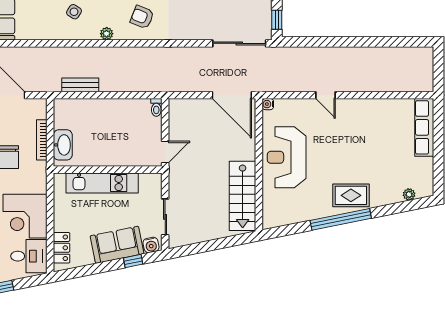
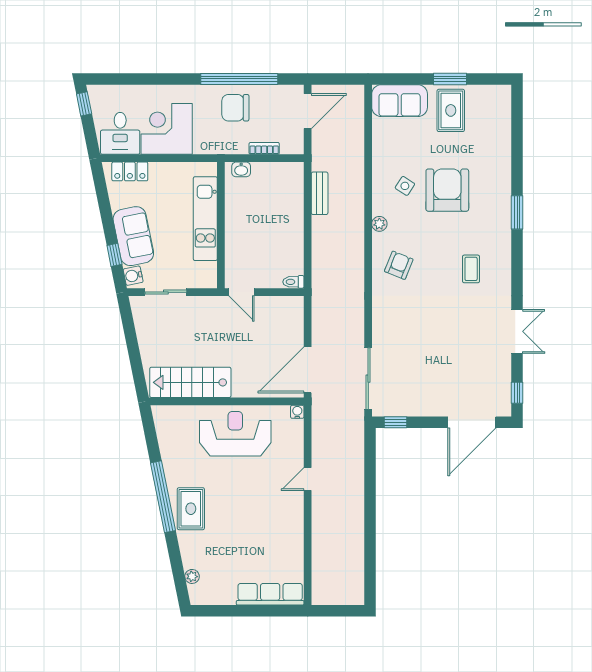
bookcase: (42, 140) -> (264, 148), width x0.64
washbasin: (63, 145) -> (241, 169), width x0.52, depth x0.69

